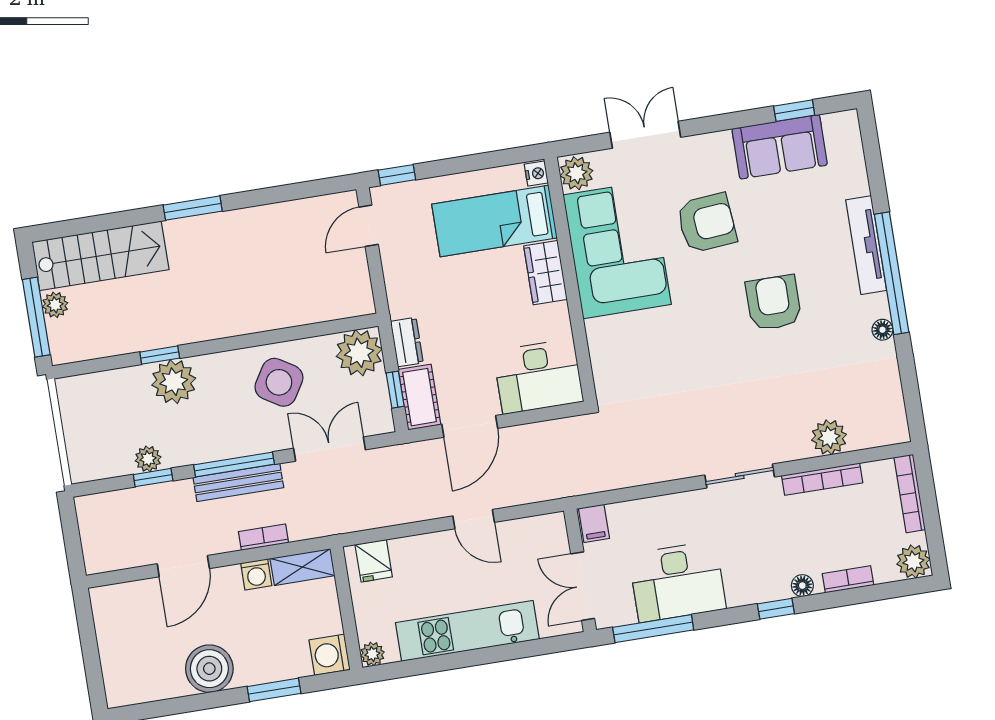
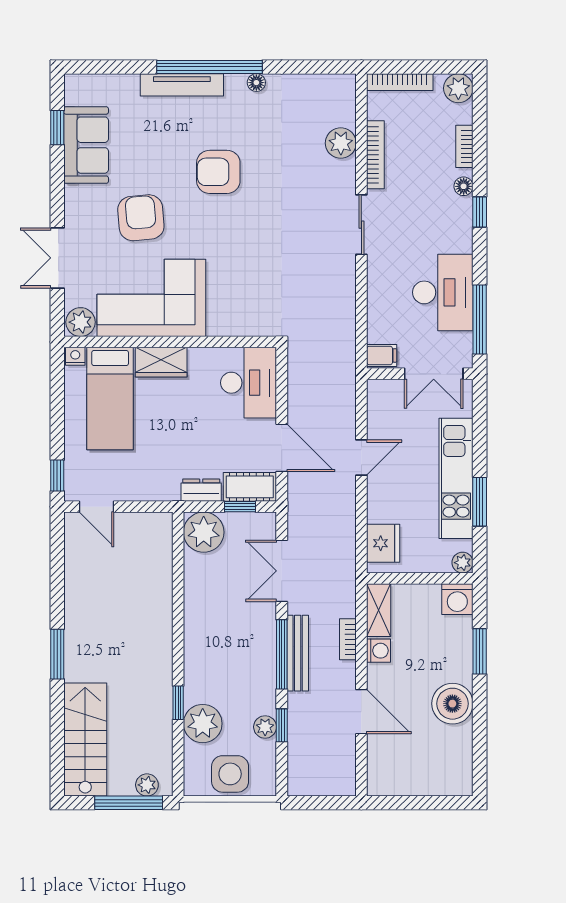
plant: (55, 305) -> (147, 785), moved
plant: (174, 382) -> (203, 724), moved
side table: (279, 382) -> (230, 774), moved, turned -32
fridge: (374, 561) -> (383, 543), width x1.38
window: (445, 662) -> (480, 502), added

